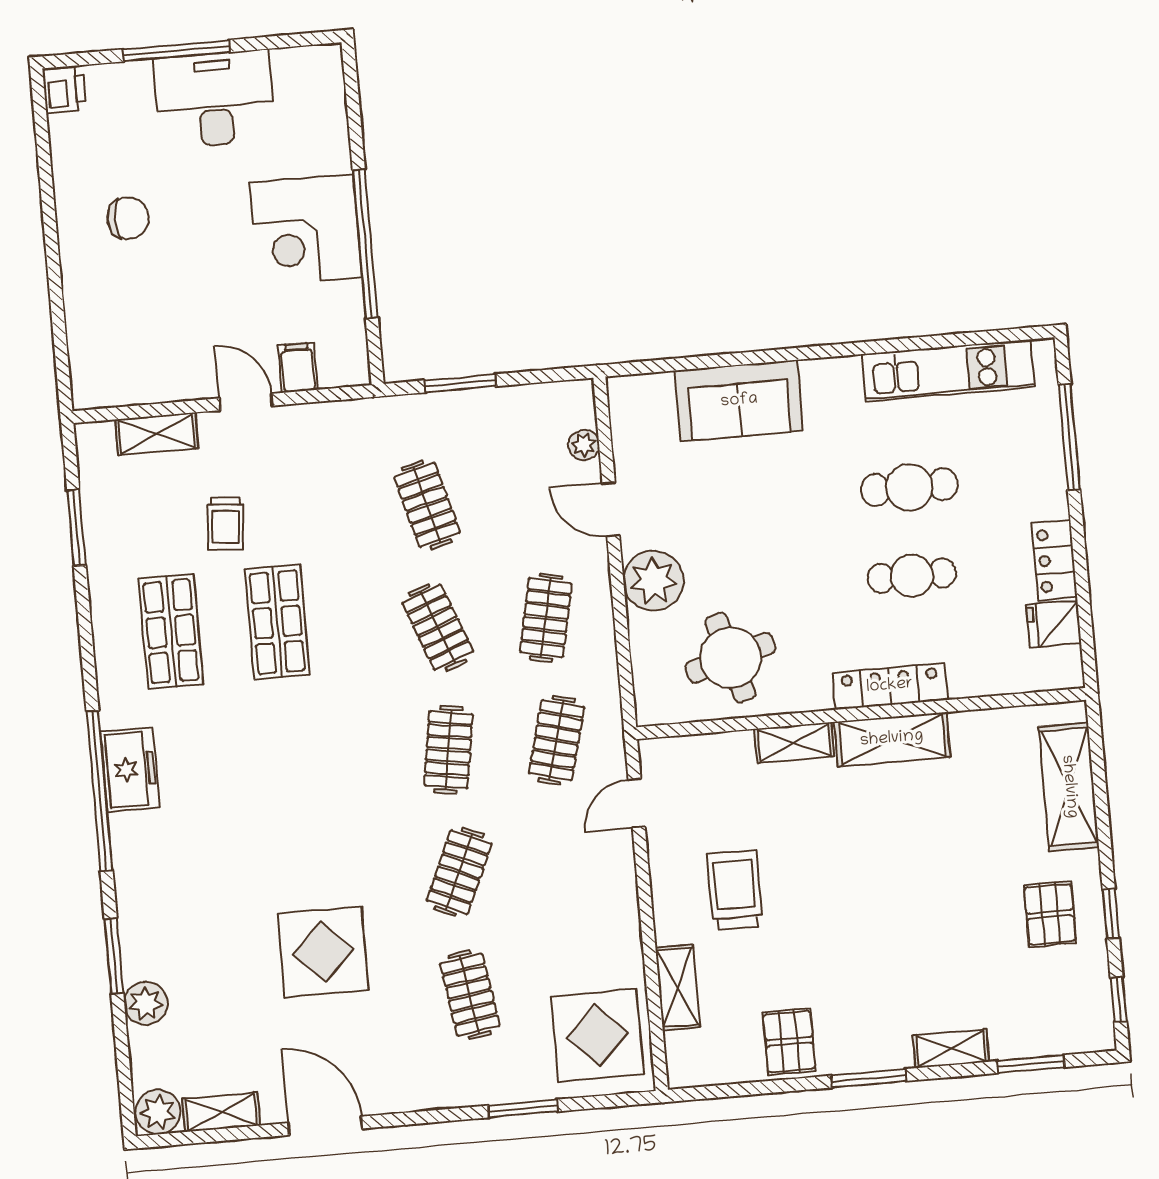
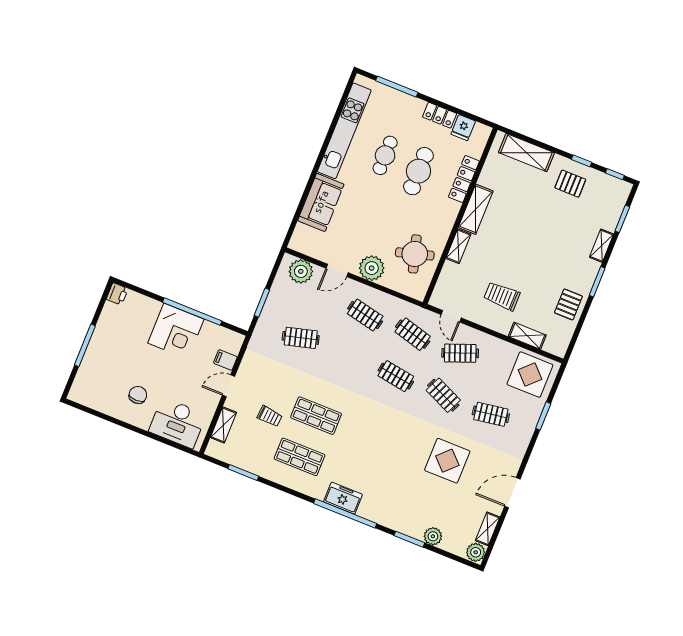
printer: (64, 90) -> (117, 294), moved, turned 90
desk: (215, 99) -> (178, 423), moved, turned -90
kitchen unit: (948, 371) -> (344, 131), width x1.36
plant: (584, 445) -> (301, 271), width x1.88, depth x1.88
cafe table: (912, 576) -> (418, 171), width x1.37, depth x1.35
clothes rail: (438, 627) -> (460, 353), moved
locker: (890, 686) -> (464, 179), moved
pallet: (789, 1042) -> (568, 304), turned 90

